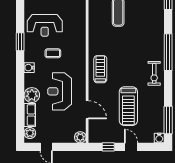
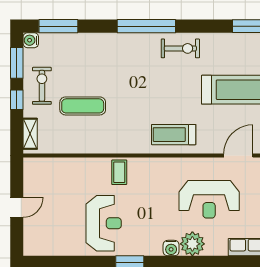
coffee table: (53, 53) -> (119, 172), moved
plant: (32, 95) -> (192, 244), moved

